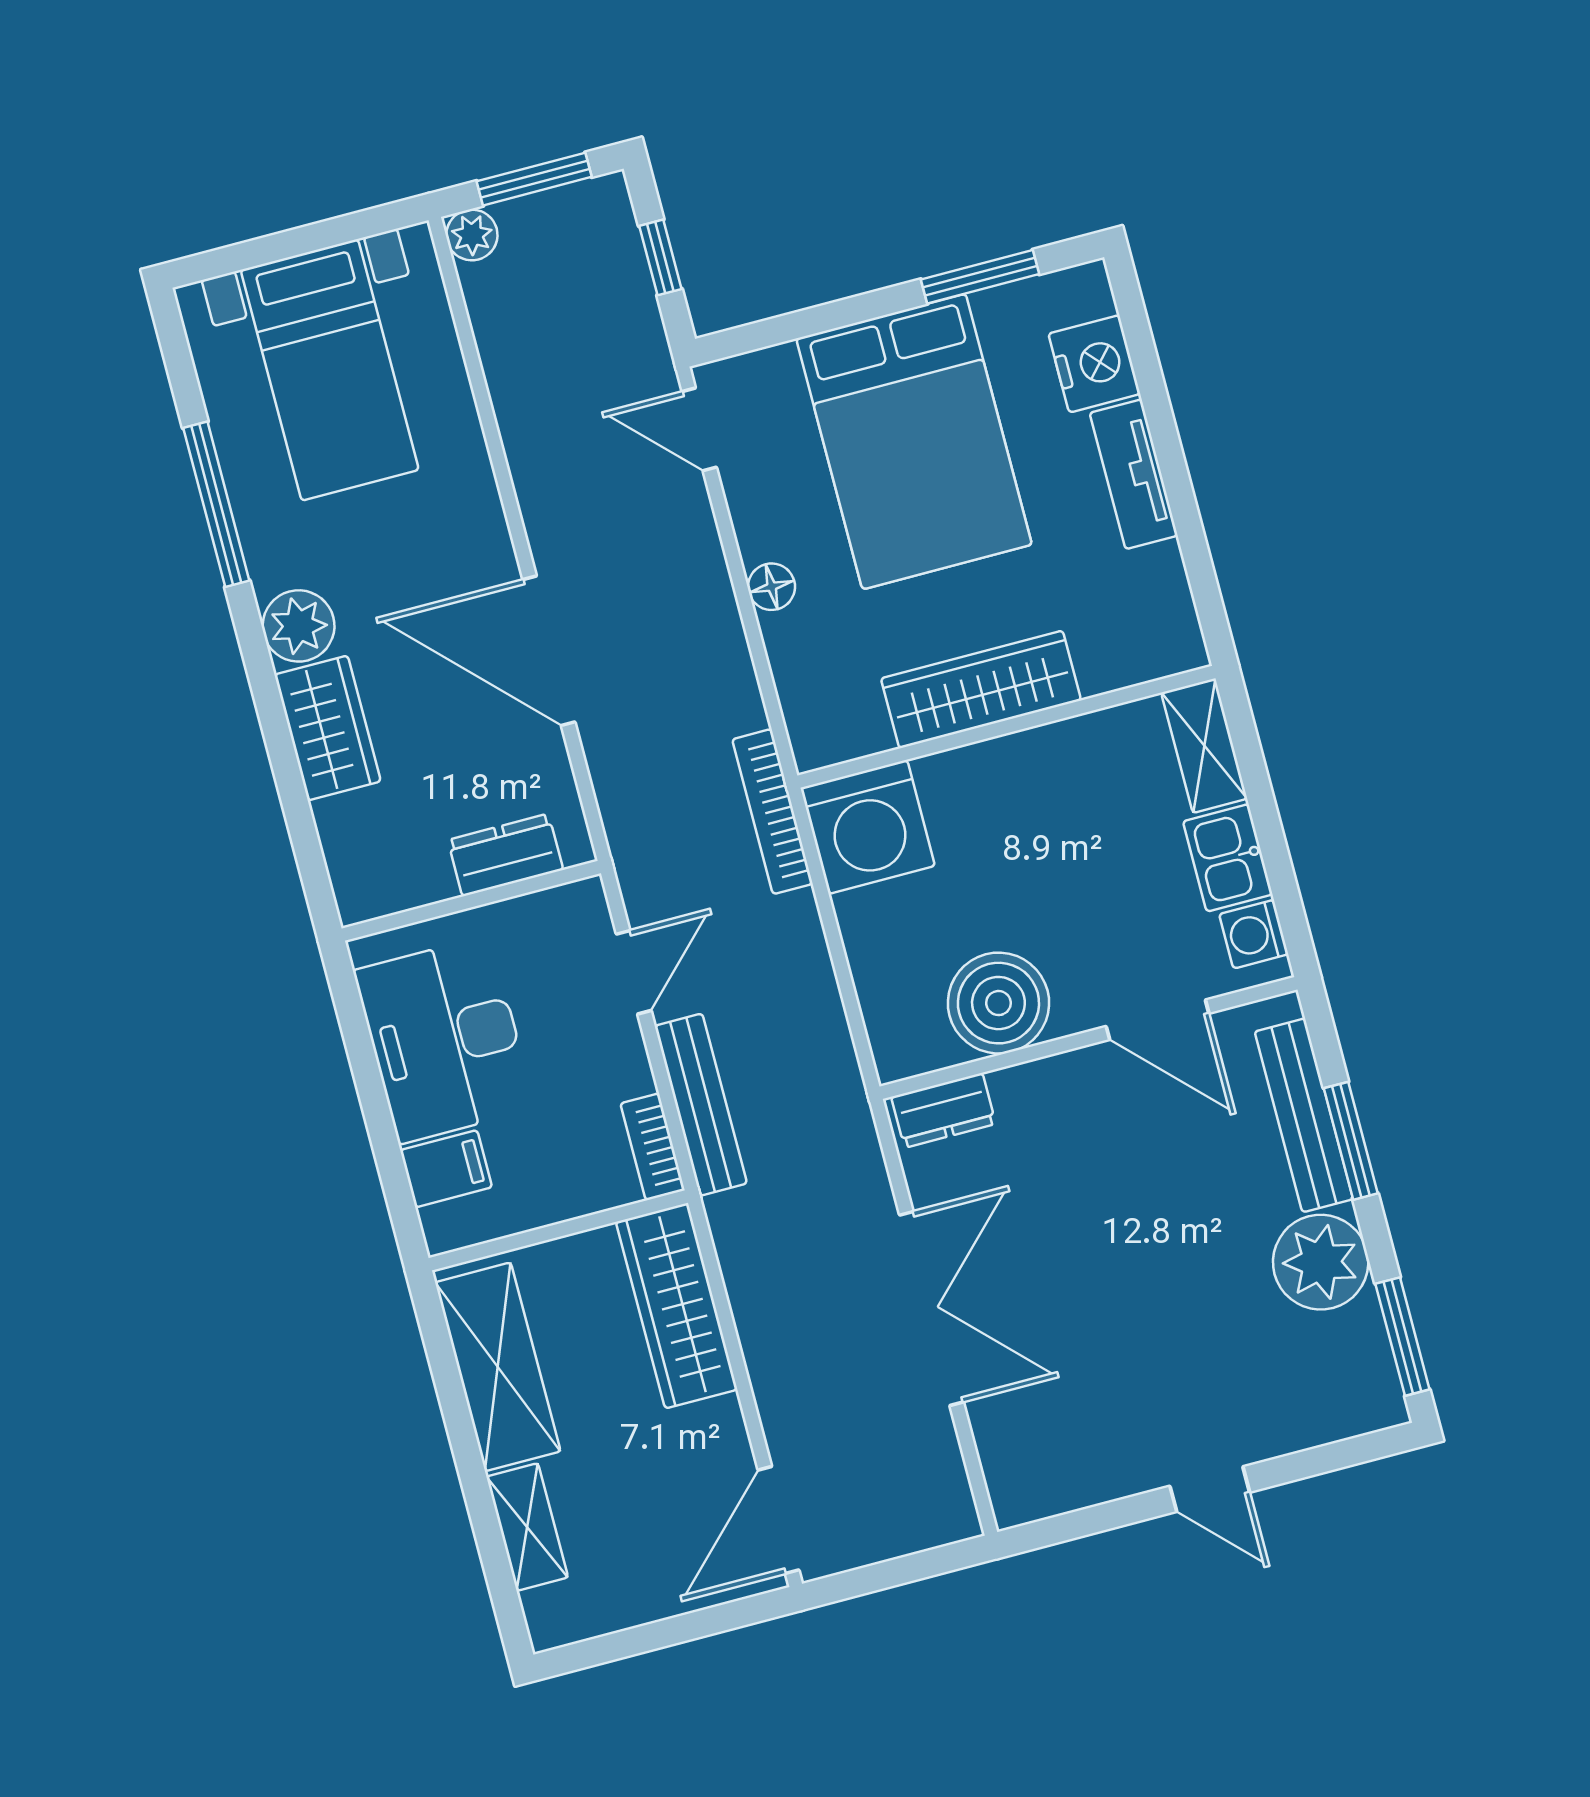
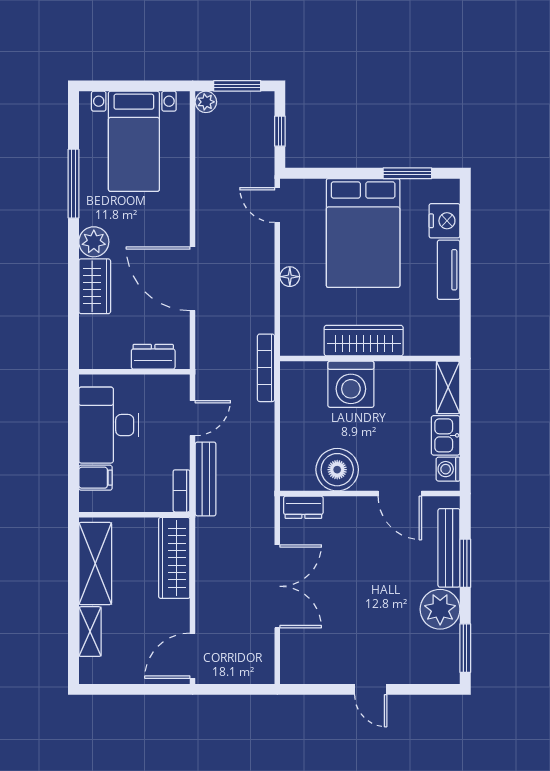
washing machine: (868, 827) -> (351, 384), moved

